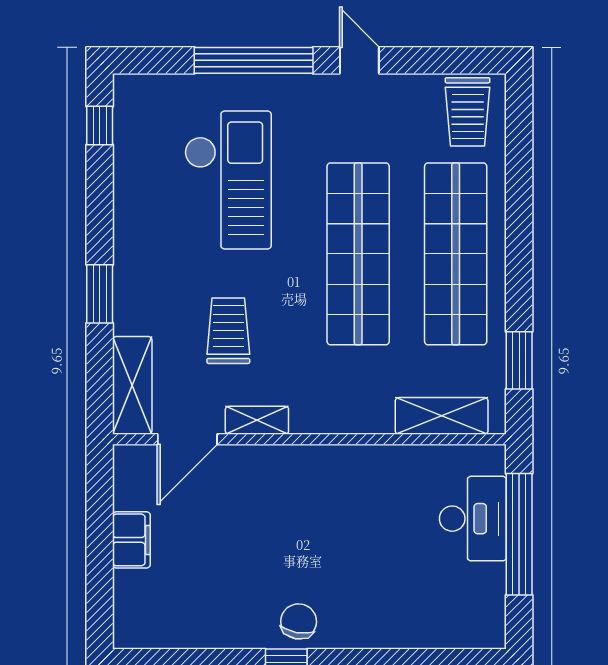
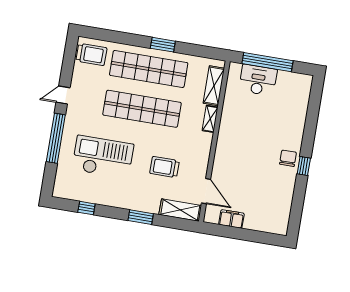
window: (100, 126) -> (86, 208), moved
window: (519, 360) -> (163, 45), moved
shelving: (257, 420) -> (210, 119), moved
filing cabinet: (131, 540) -> (231, 219), moved
chair: (299, 621) -> (288, 158), turned 80

